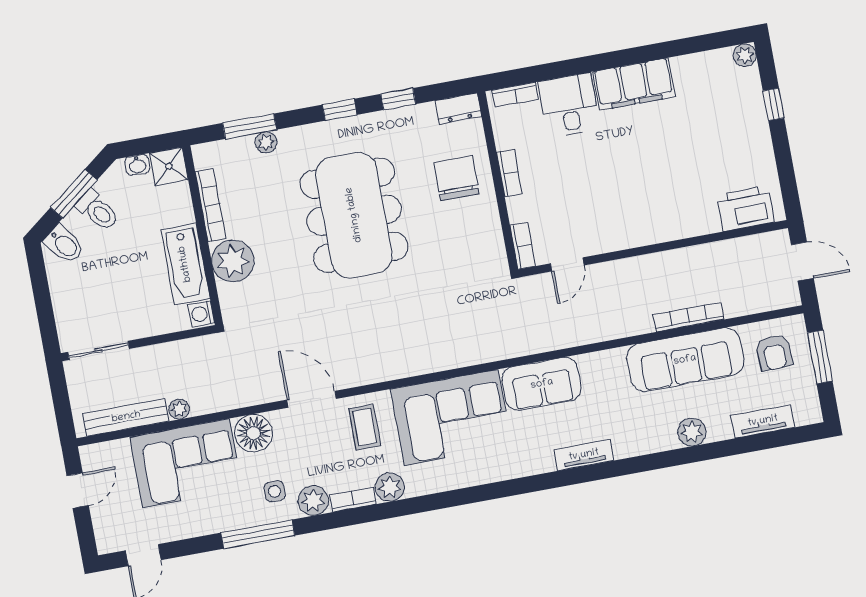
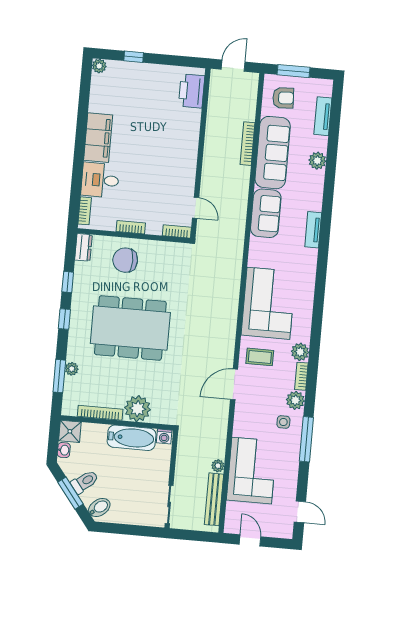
sofa: (542, 384) -> (266, 213), moved
floor lamp: (253, 433) -> (245, 425), removed

